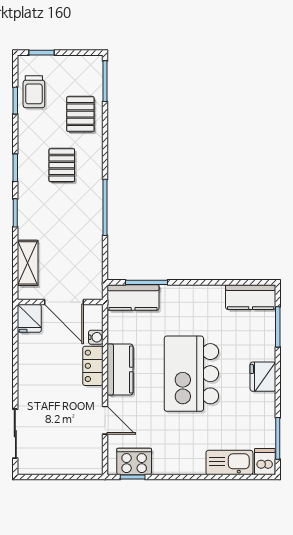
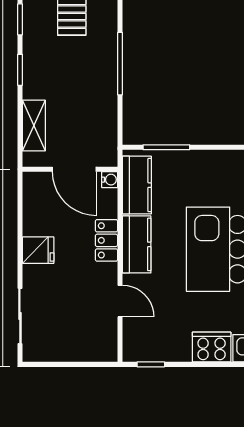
kitchen counter: (133, 298) -> (137, 185), moved, turned -90
fridge: (29, 318) -> (38, 250), moved, turned -90
water cooler: (96, 337) -> (110, 180), moved
cooker: (134, 461) -> (212, 347), moved

